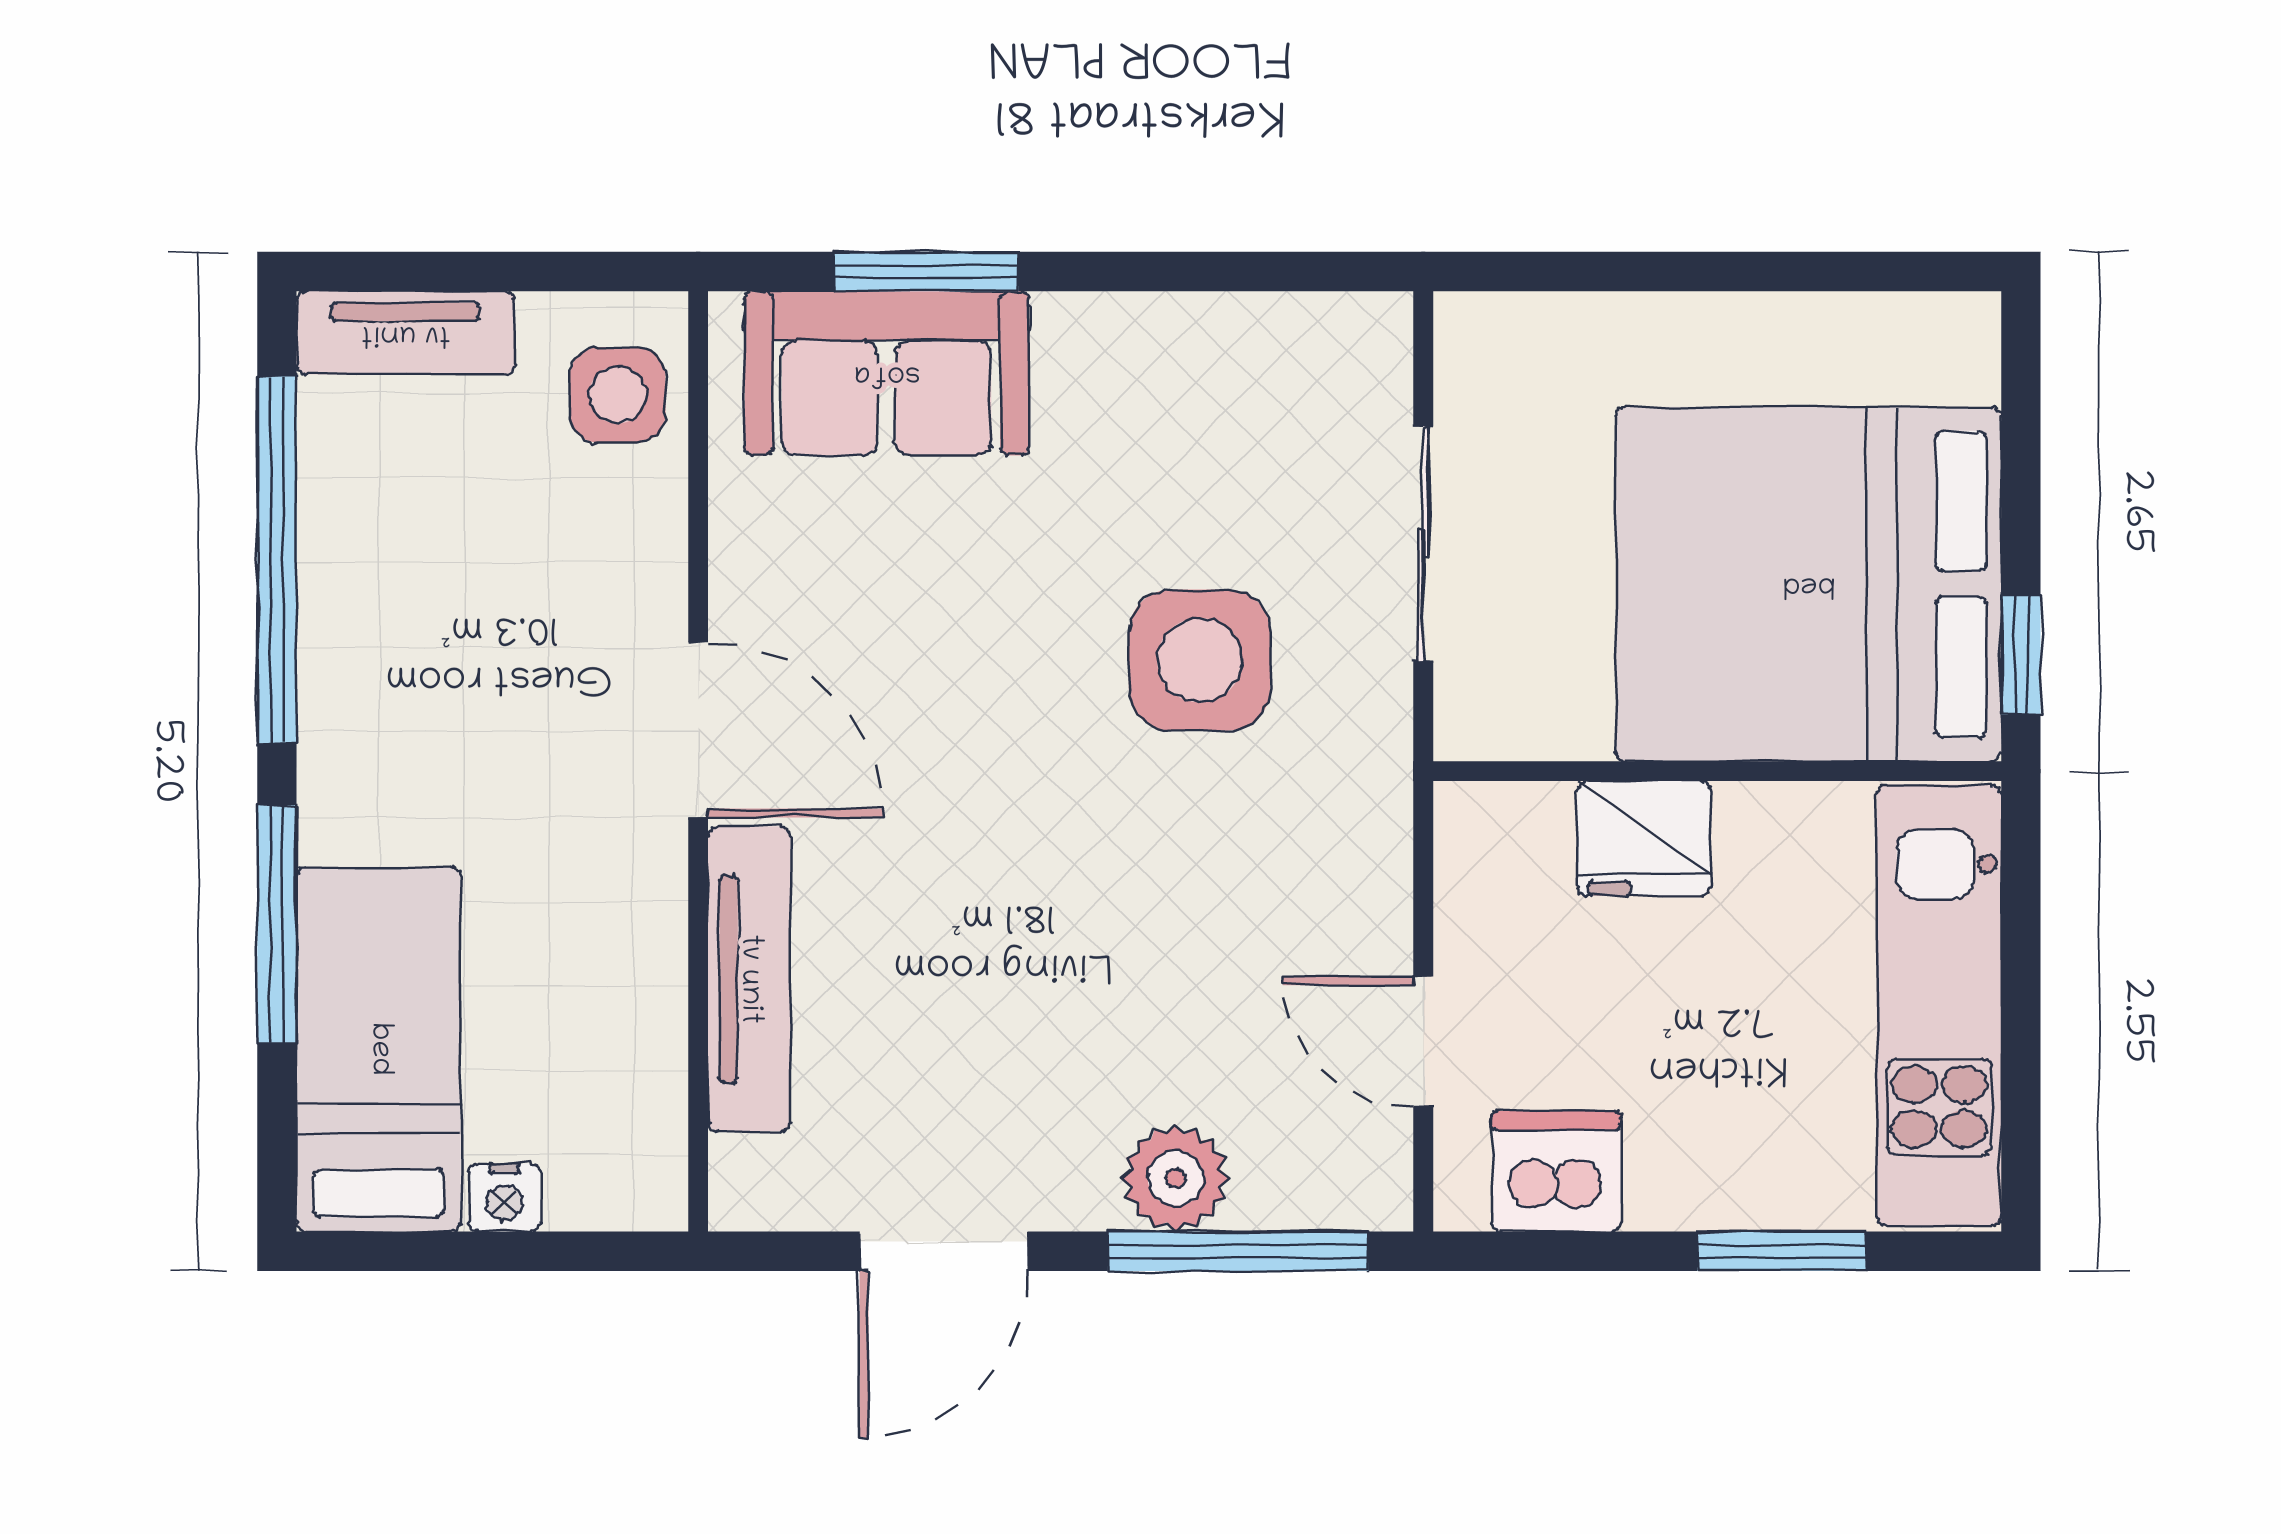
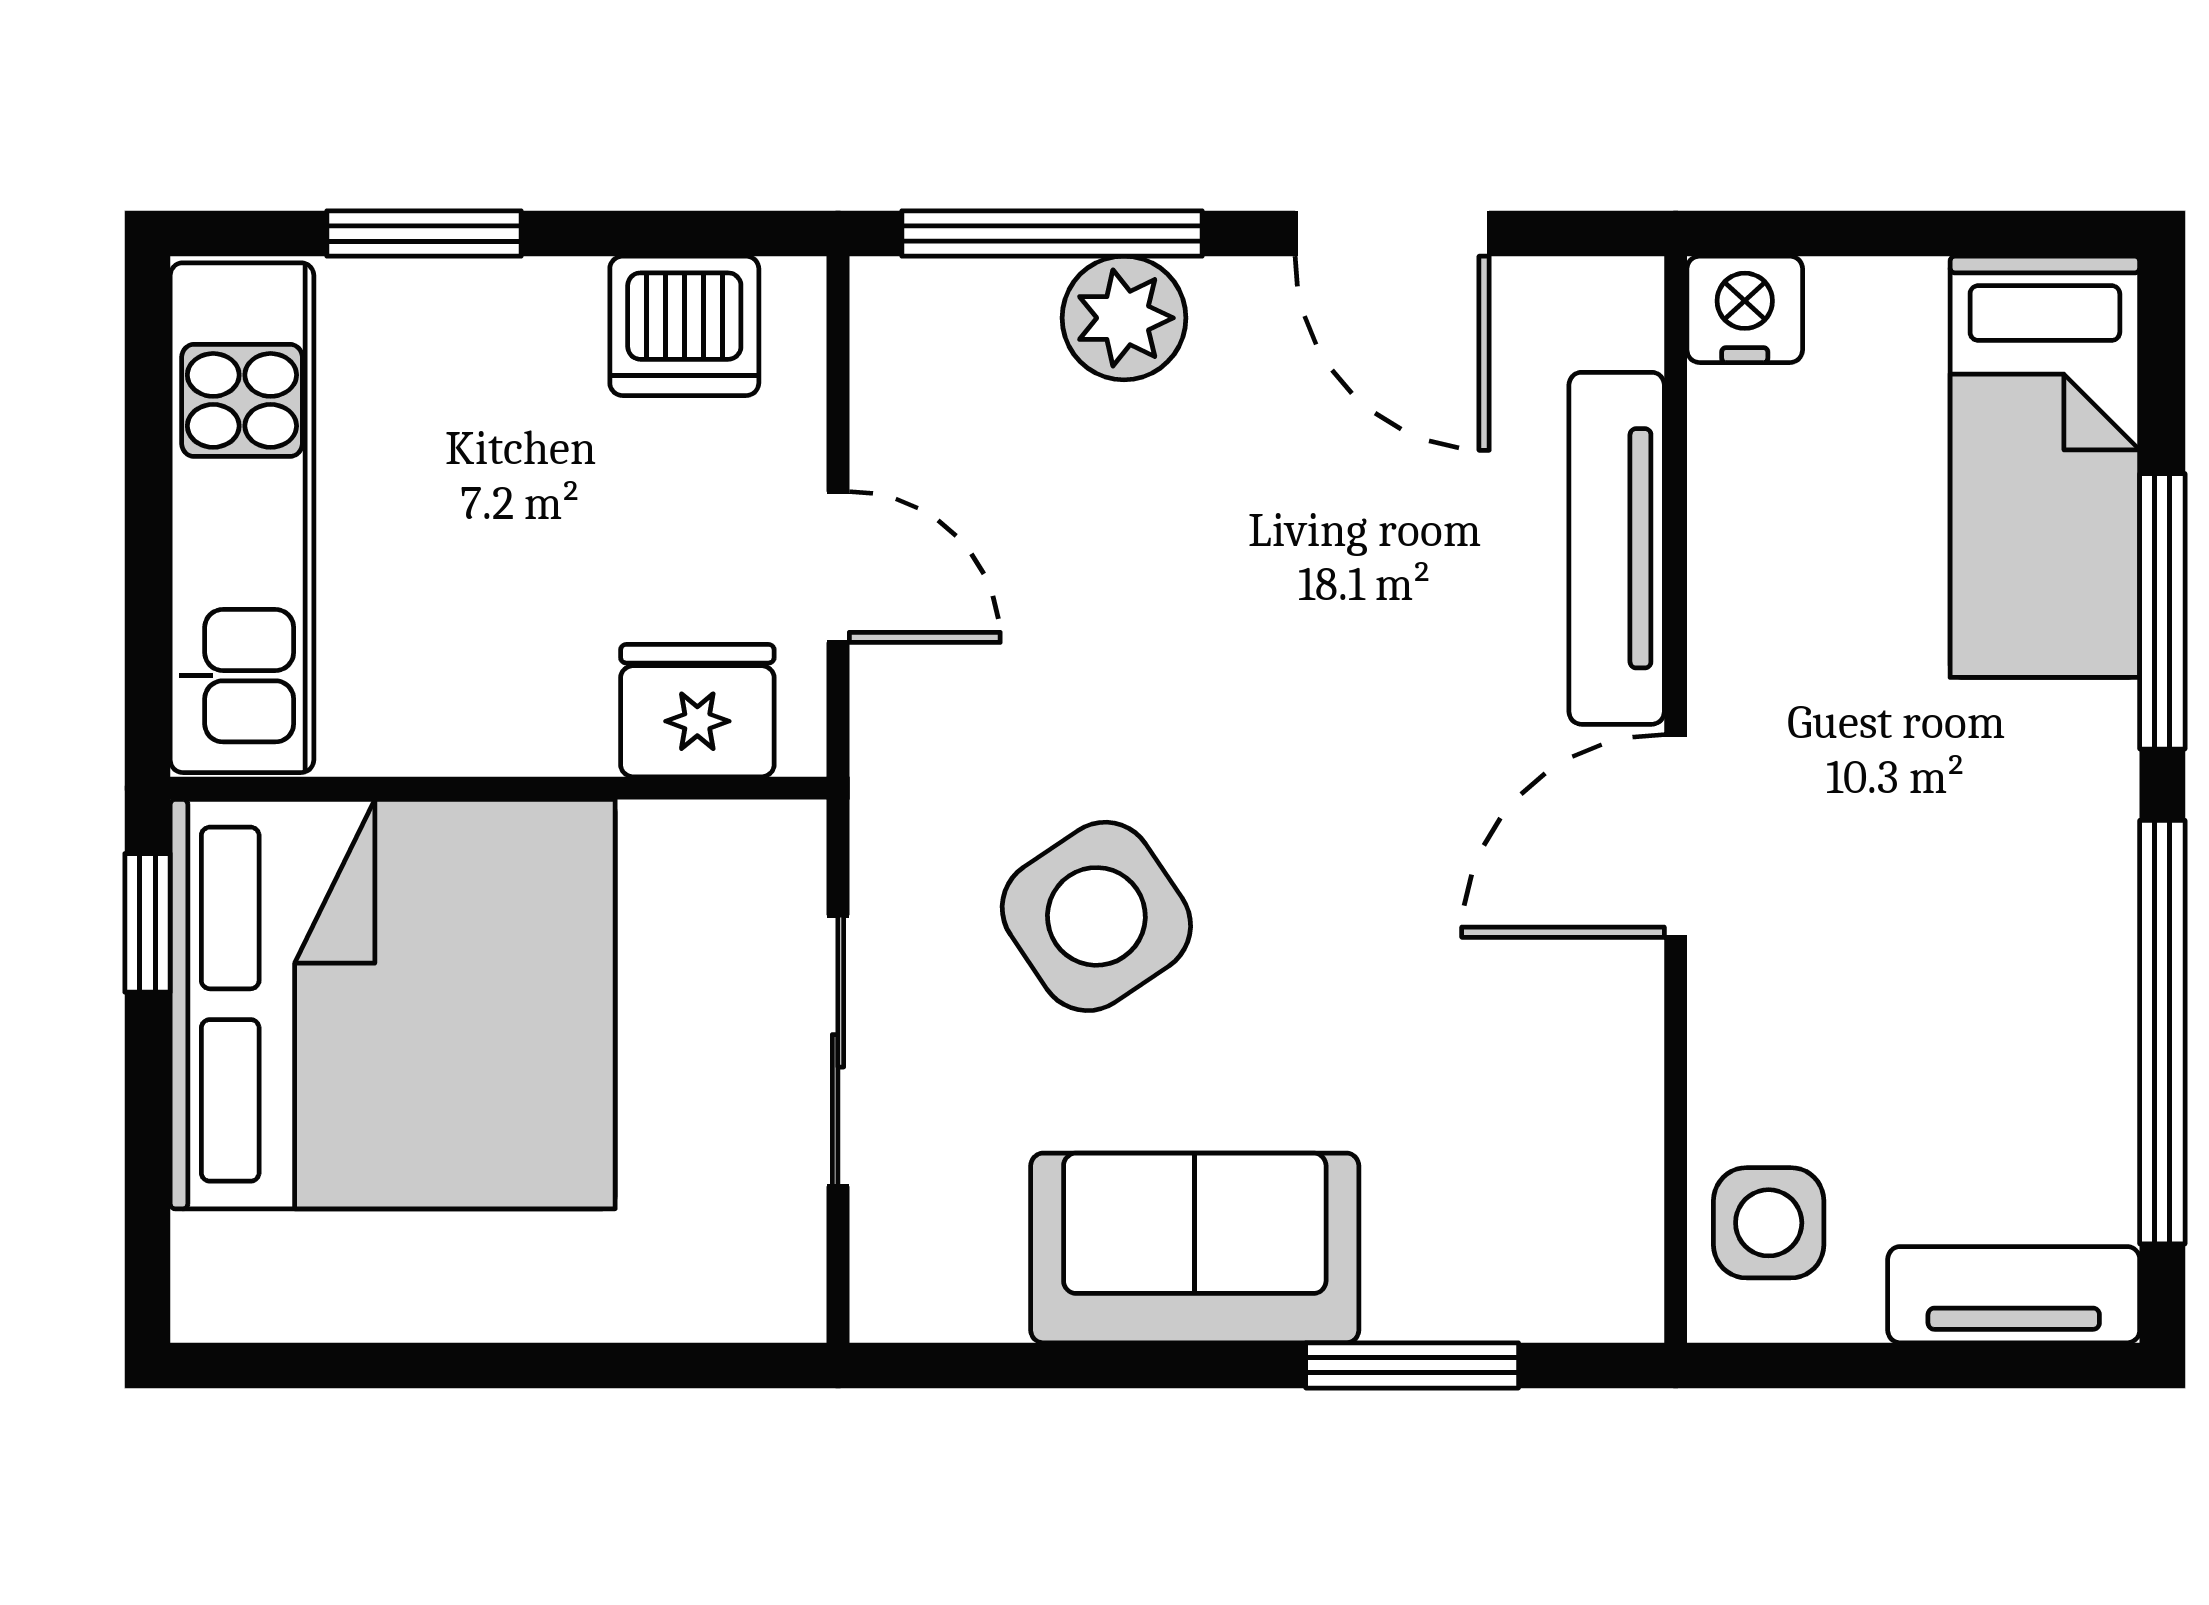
sofa: (887, 373) -> (1195, 1248), moved
side table: (1200, 660) -> (1096, 916), turned -34
door: (698, 730) -> (1676, 836), hinge flipped
fridge: (1644, 838) -> (697, 711), moved
door: (1423, 1042) -> (838, 567), moved
nightstand: (504, 1198) -> (1745, 309), moved, width x1.39, depth x1.35
door: (944, 1251) -> (1392, 233), swing flipped

